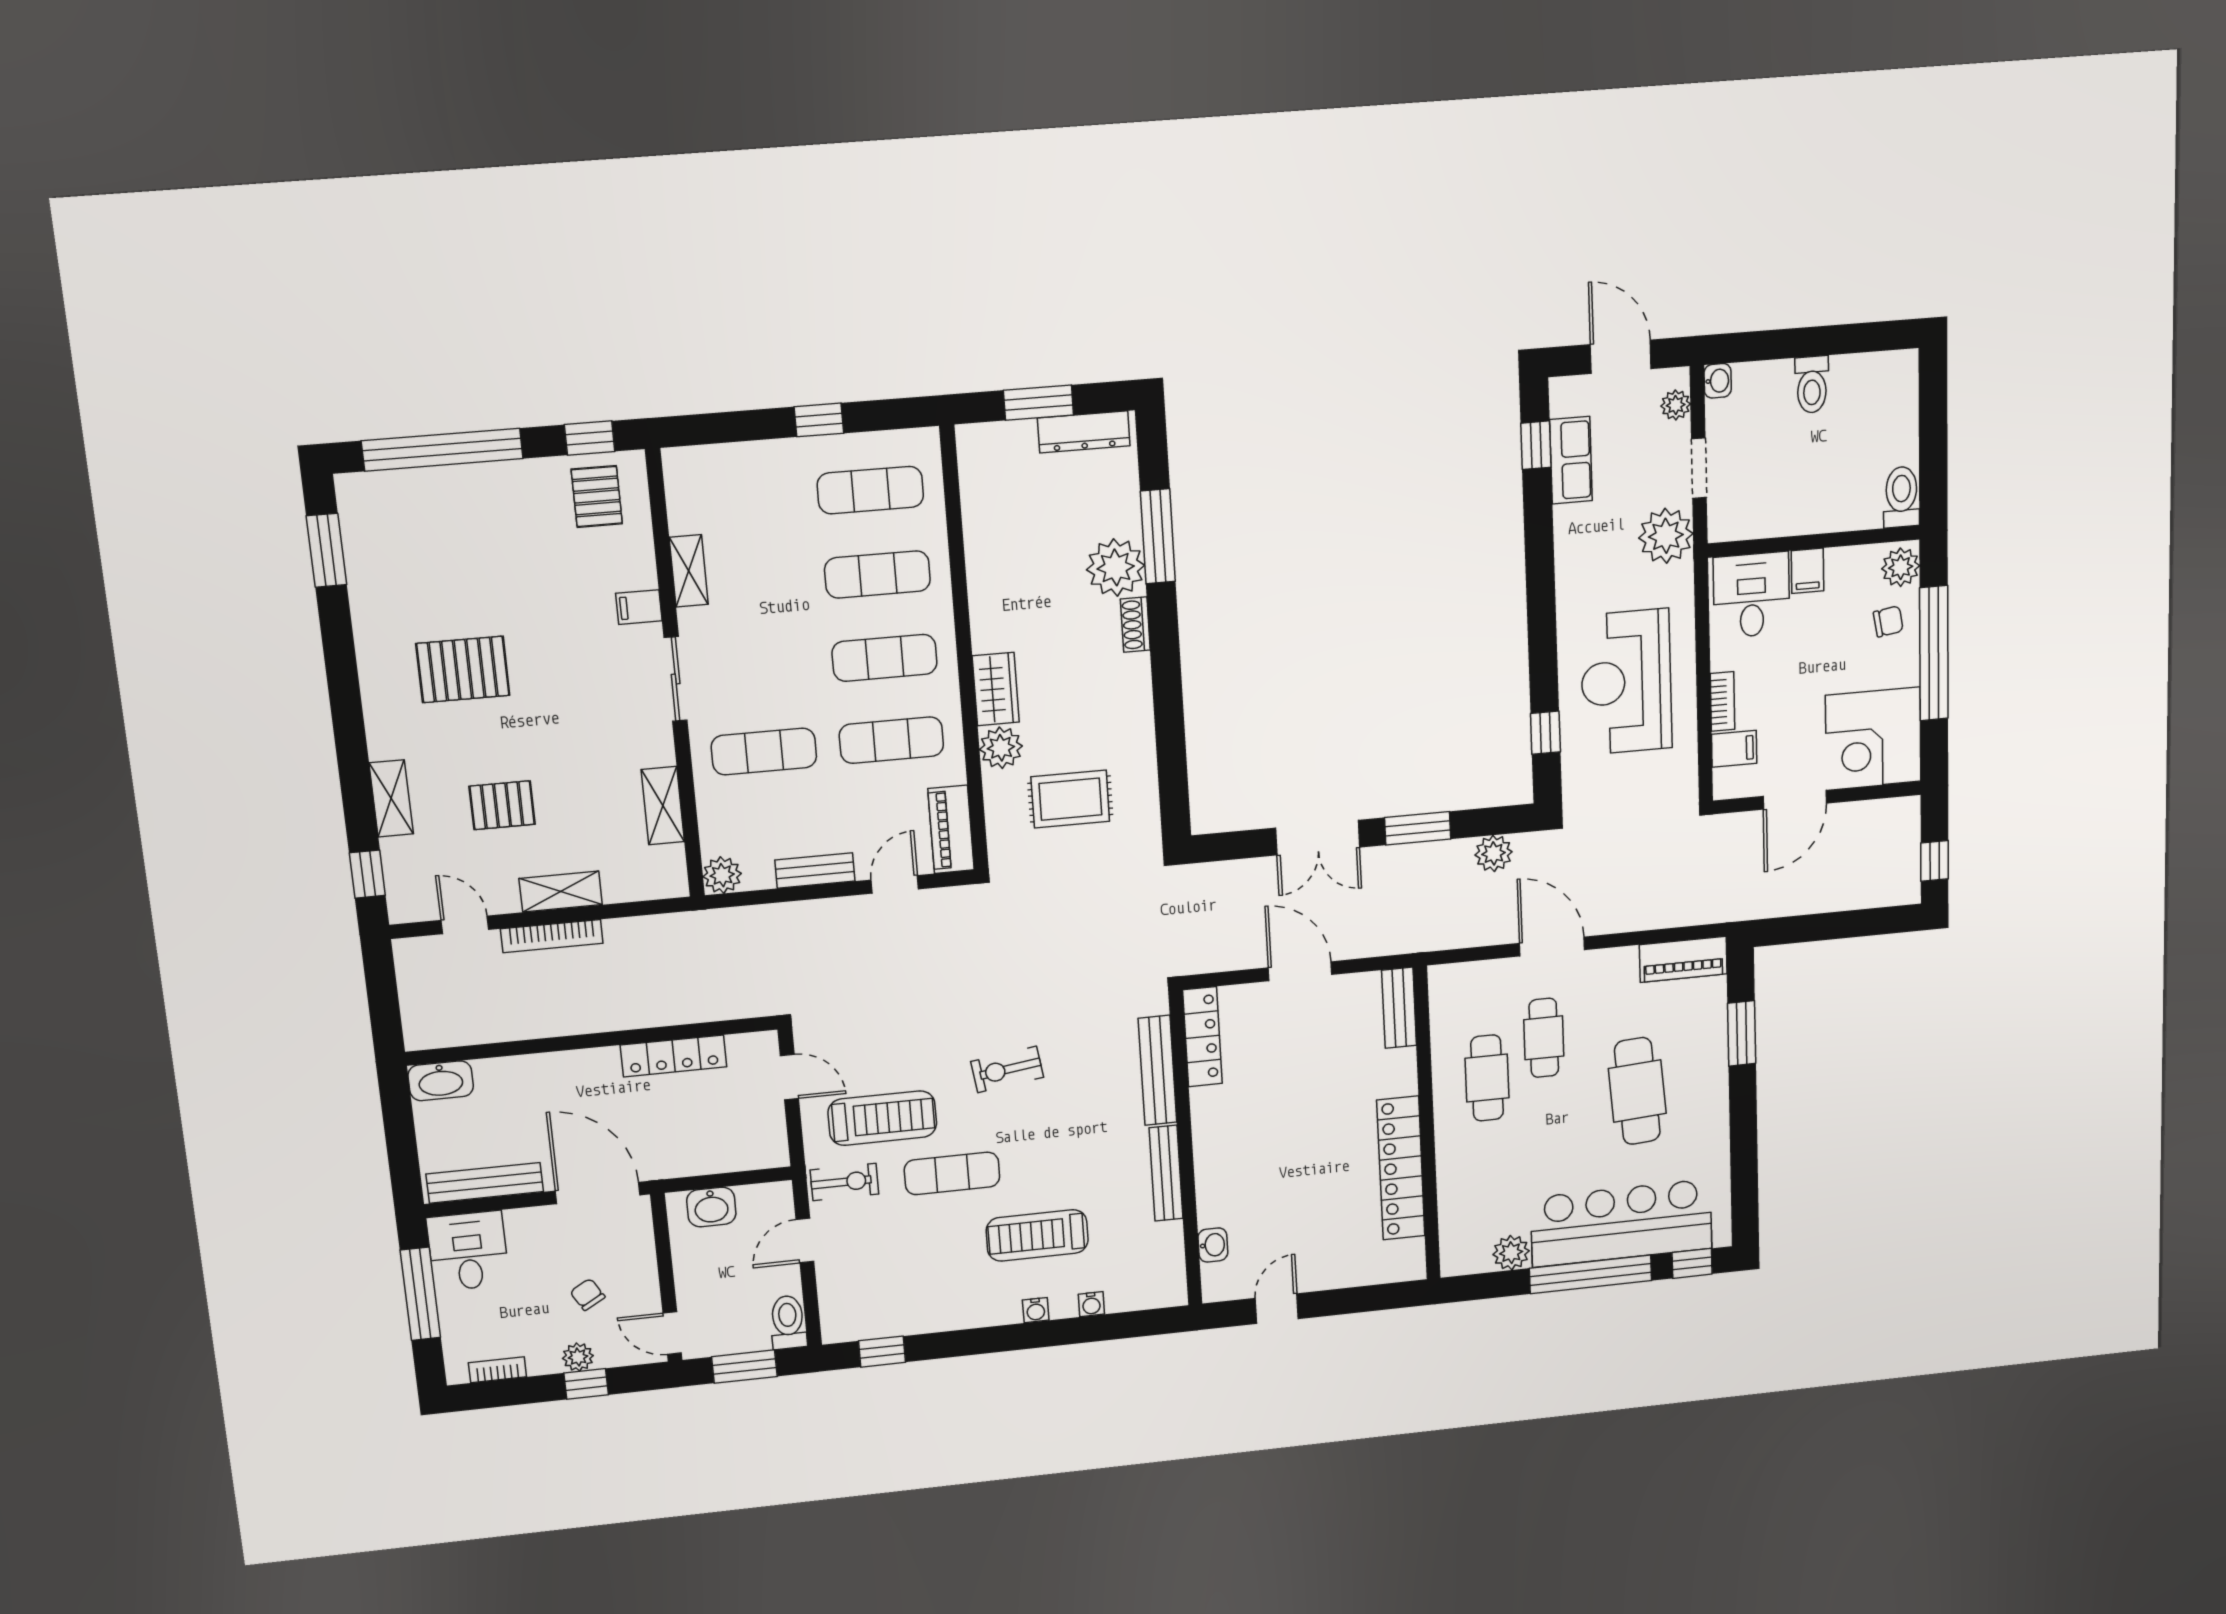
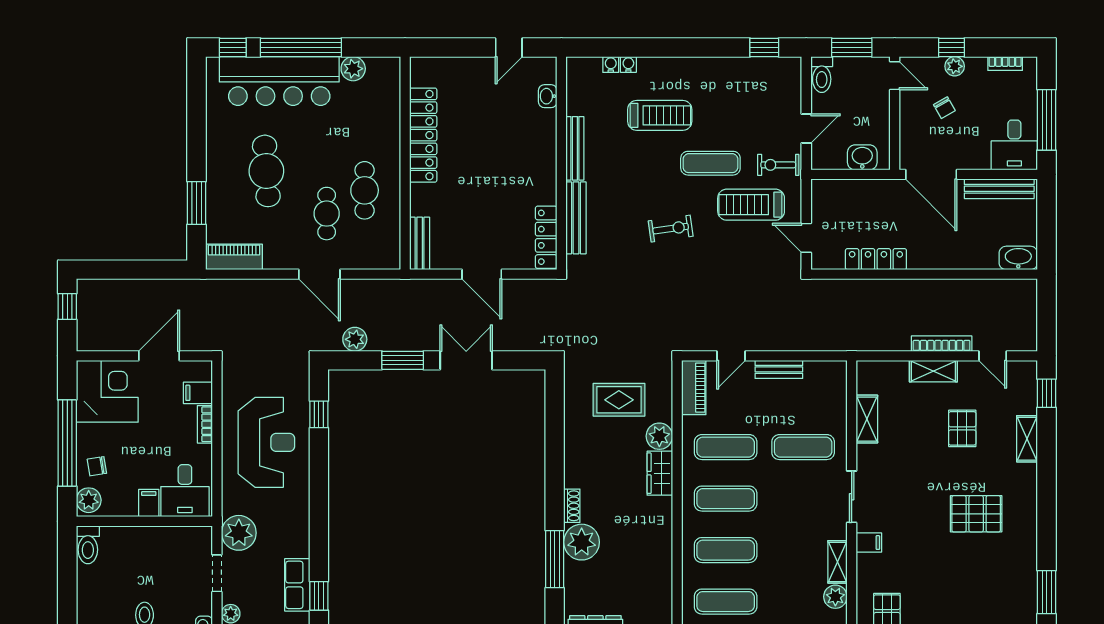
pallet: (502, 805) -> (962, 428), turned 90
plant: (722, 875) -> (835, 597), moved
water cooler: (1036, 1310) -> (611, 65), moved

